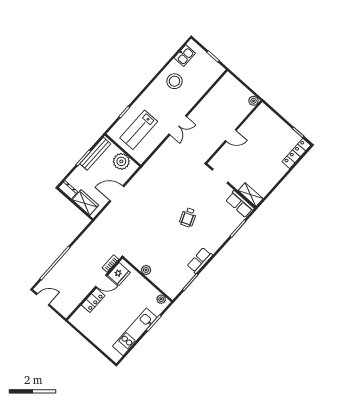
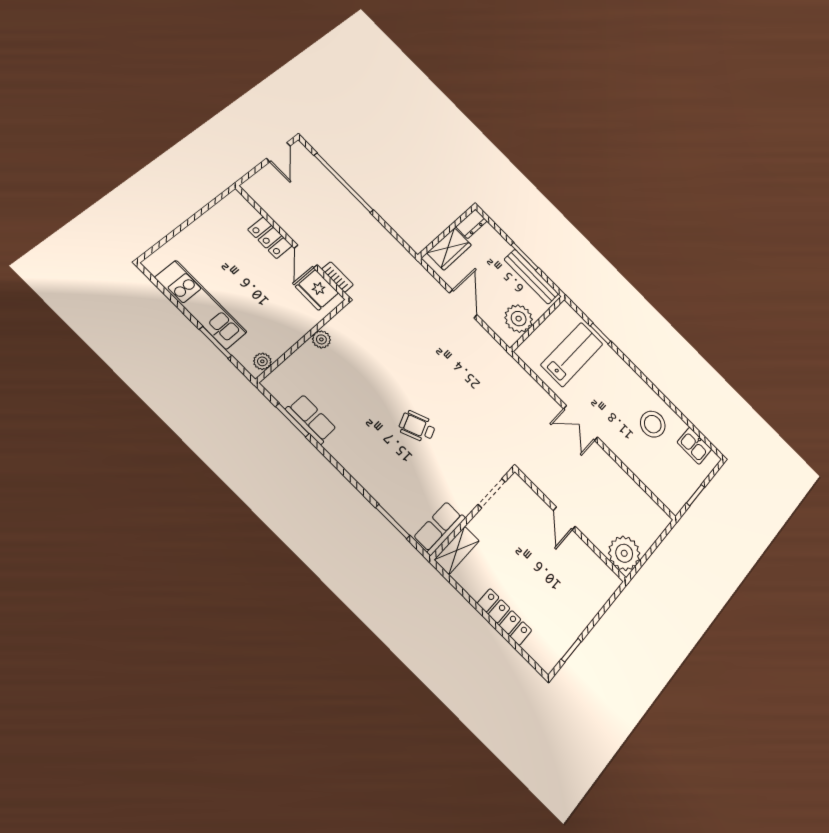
plant: (254, 101) -> (624, 553), width x1.87, depth x1.87
lab bench: (139, 130) -> (572, 354), turned 90
locker: (296, 153) -> (505, 617), moved
row of seats: (200, 261) -> (311, 419), moved

